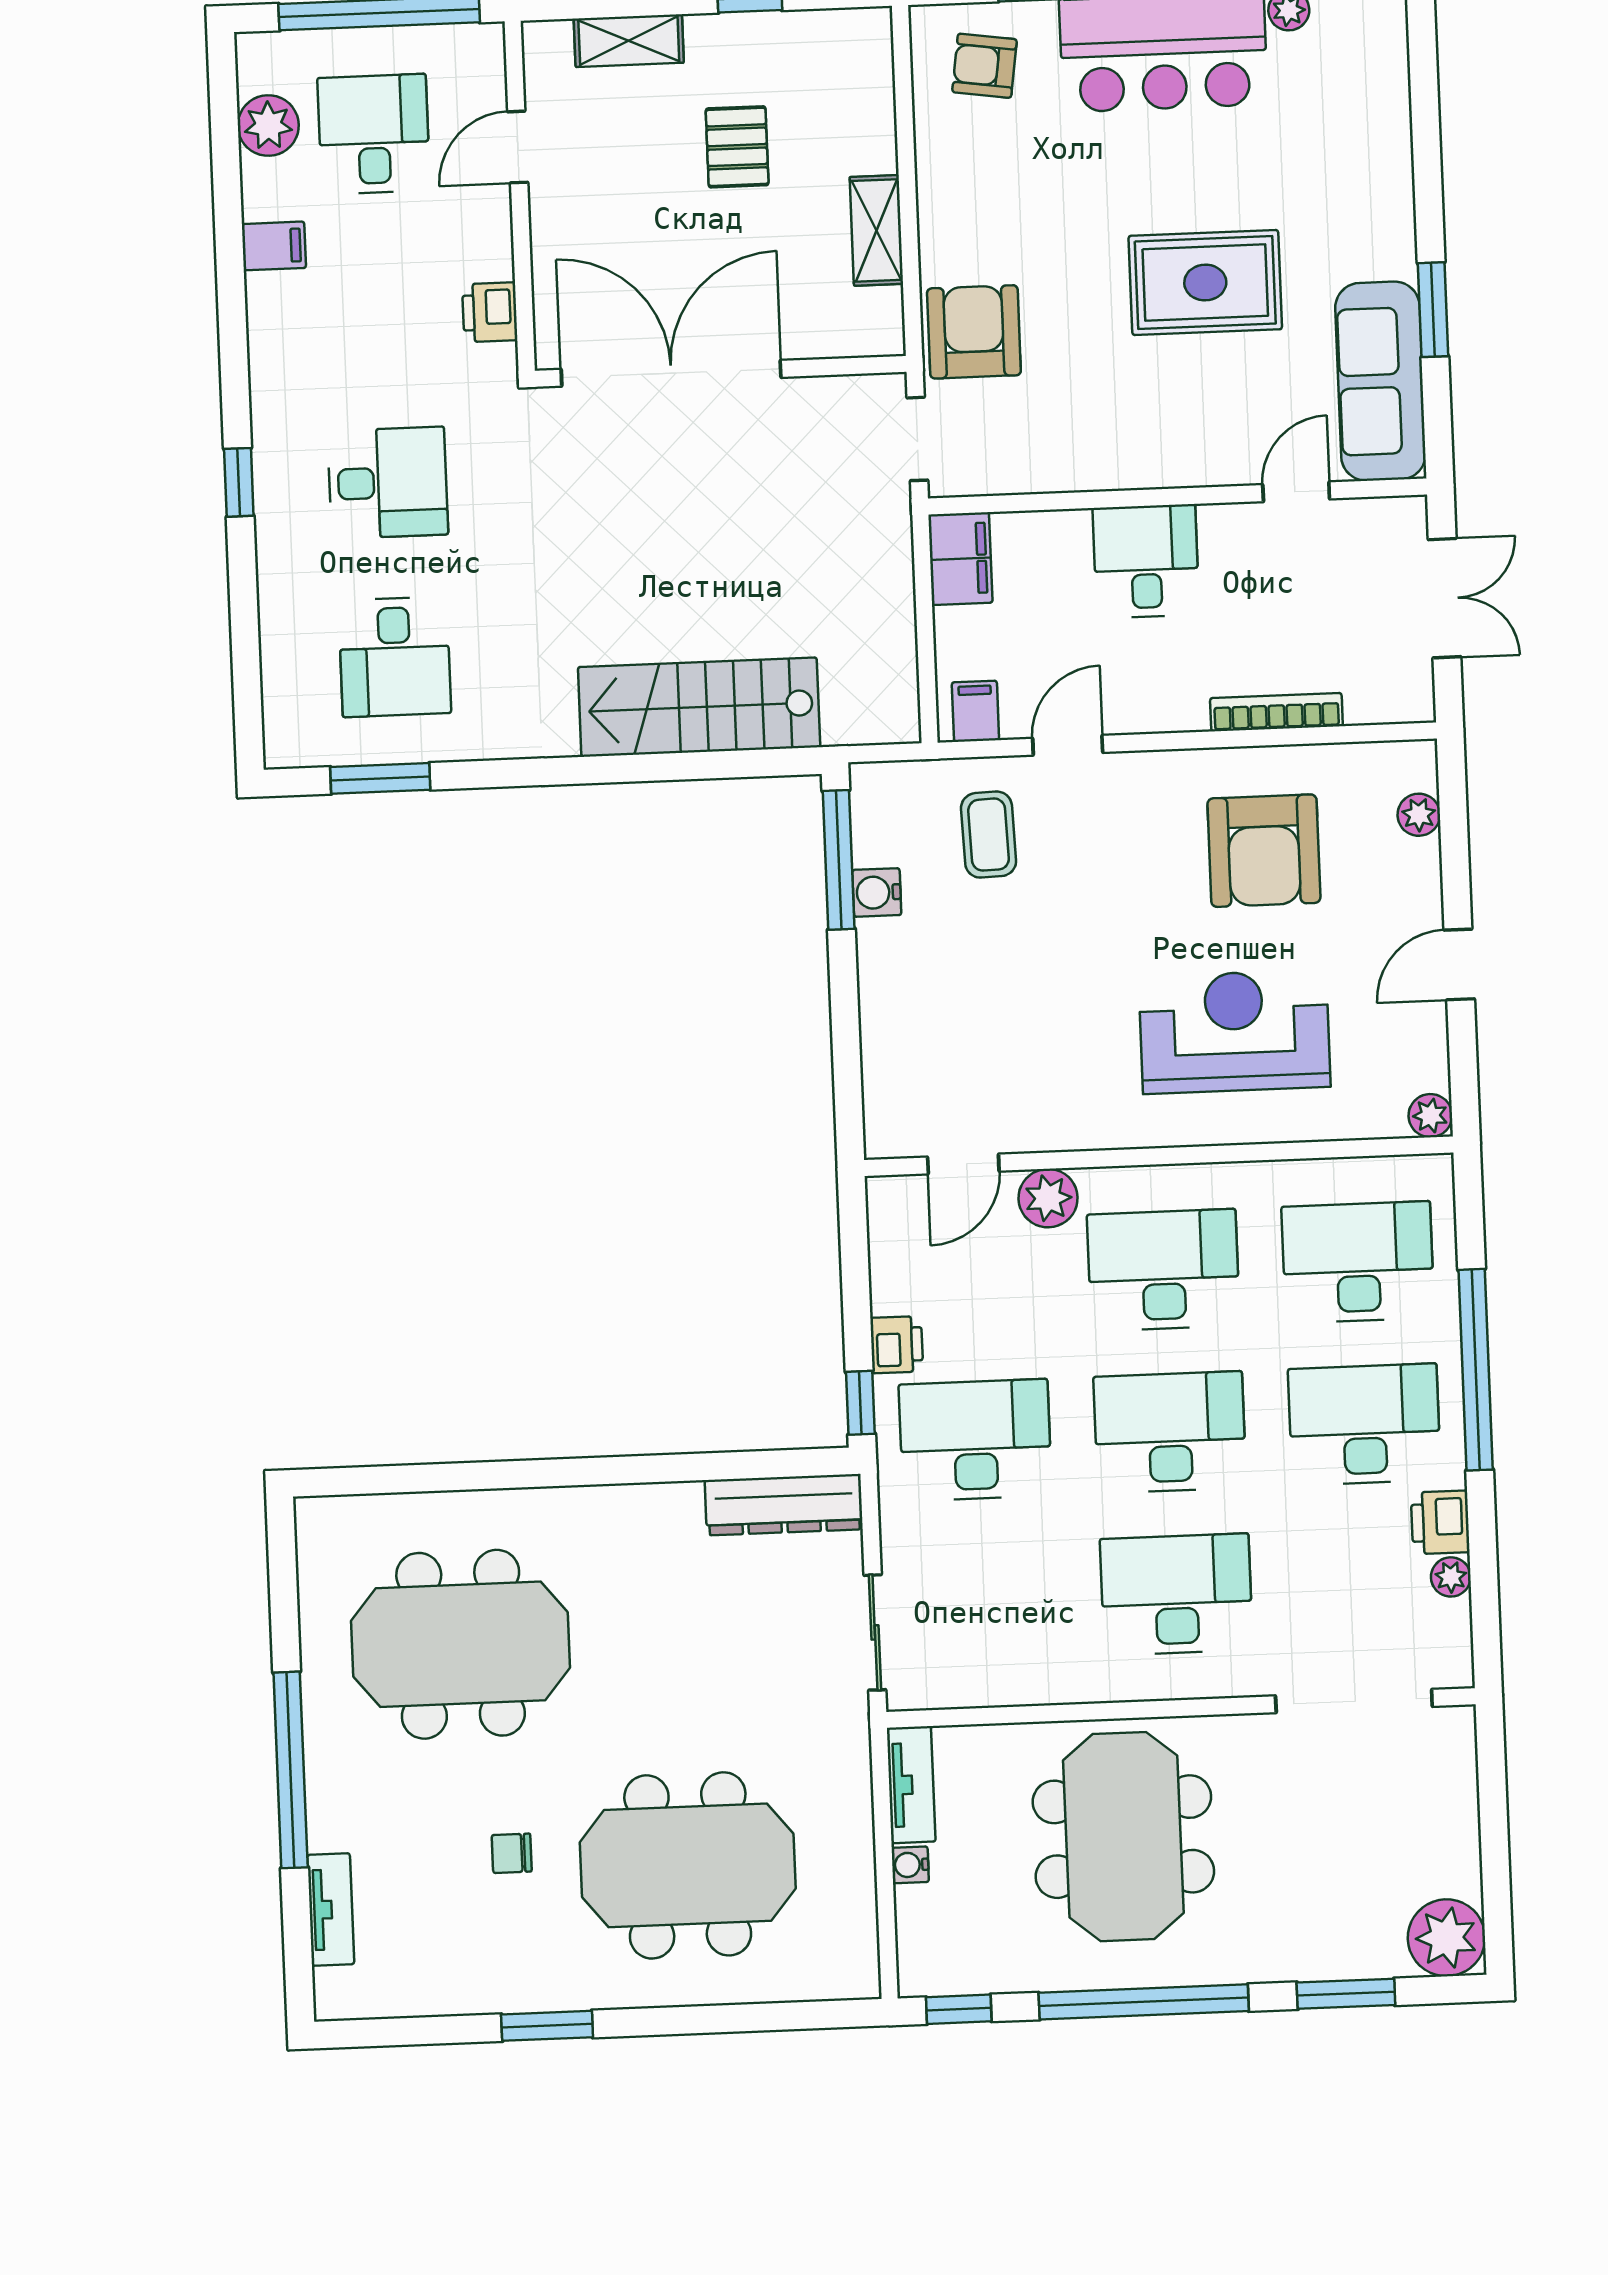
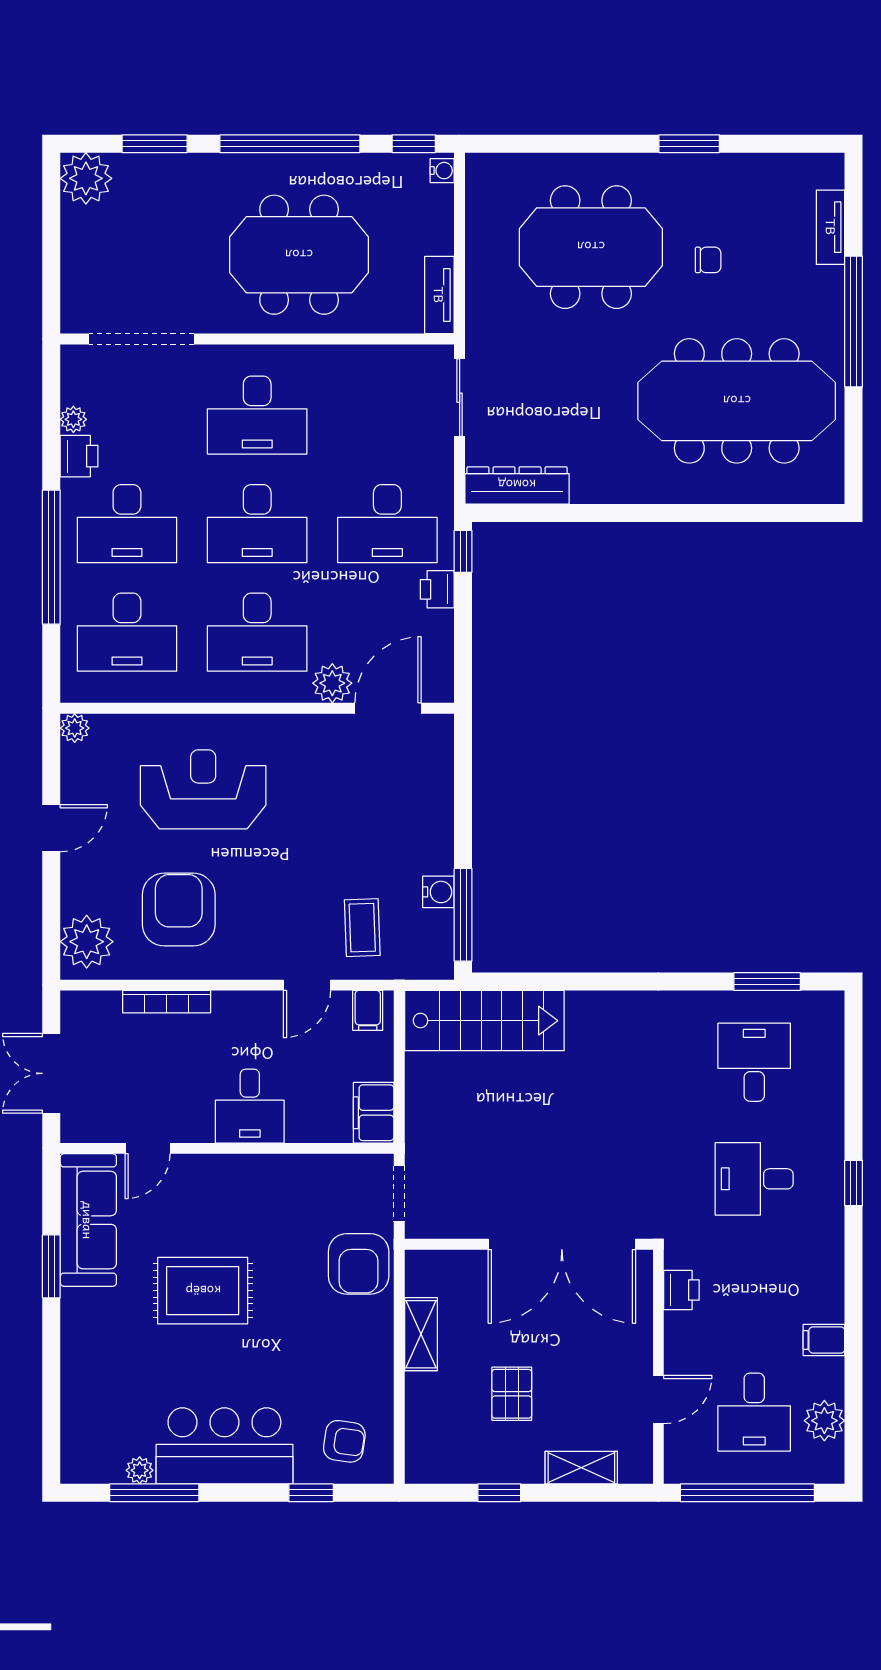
stairs: (699, 707) -> (484, 1021), moved
plant: (1419, 815) -> (87, 942), width x1.87, depth x1.87
reception desk: (1235, 1032) -> (203, 789), turned 180
door: (963, 1164) -> (388, 708), width x1.37
meeting table: (461, 1644) -> (737, 401), width x1.36
meeting table: (1123, 1837) -> (299, 255), turned 90
water cooler: (910, 1865) -> (442, 171), moved

